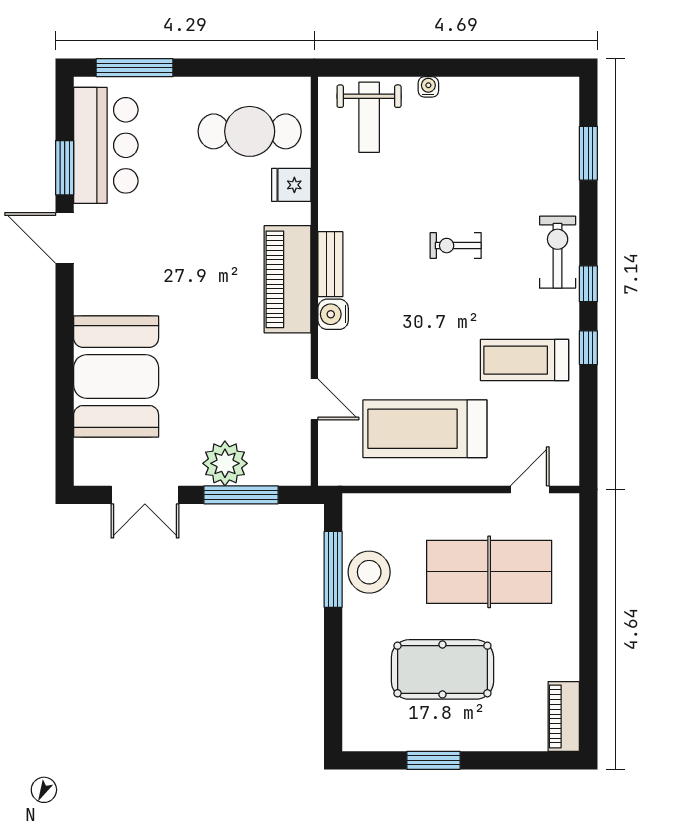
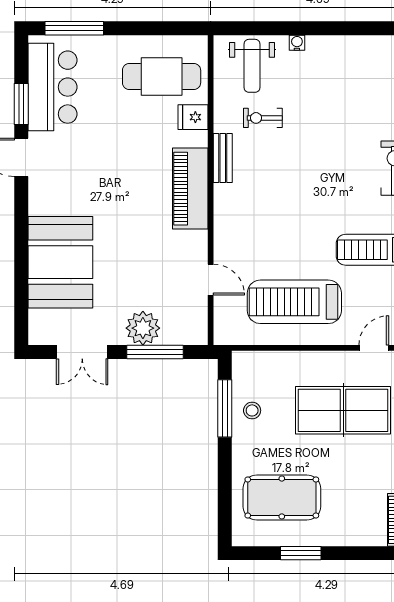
exercise bike: (456, 246) -> (263, 118), moved
bench: (330, 264) -> (223, 158), moved
water cooler: (333, 314) -> (225, 215), removed
stool: (369, 572) -> (252, 410), width x0.53, depth x0.53
pool table: (442, 669) -> (282, 497), moved

